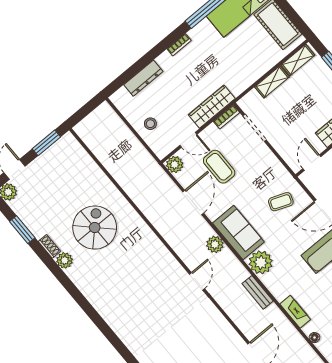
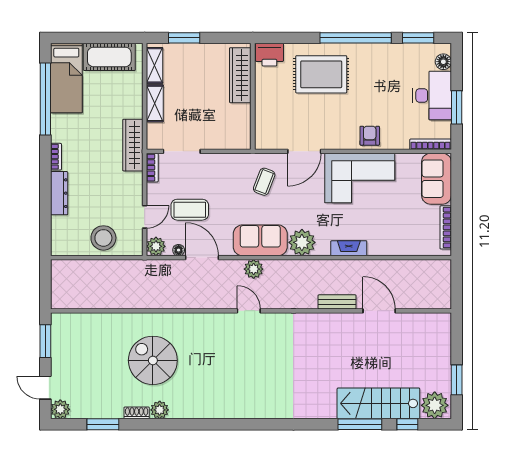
dresser: (143, 78) -> (59, 193), moved
wardrobe: (212, 107) -> (133, 145), moved
stool: (150, 124) -> (103, 238), width x1.89, depth x1.89
door: (312, 163) -> (253, 127), removed
door: (197, 281) -> (249, 311), moved
bench: (258, 292) -> (337, 302), moved
fireplace: (295, 312) -> (349, 248), moved
floor lamp: (314, 338) -> (179, 250), moved

